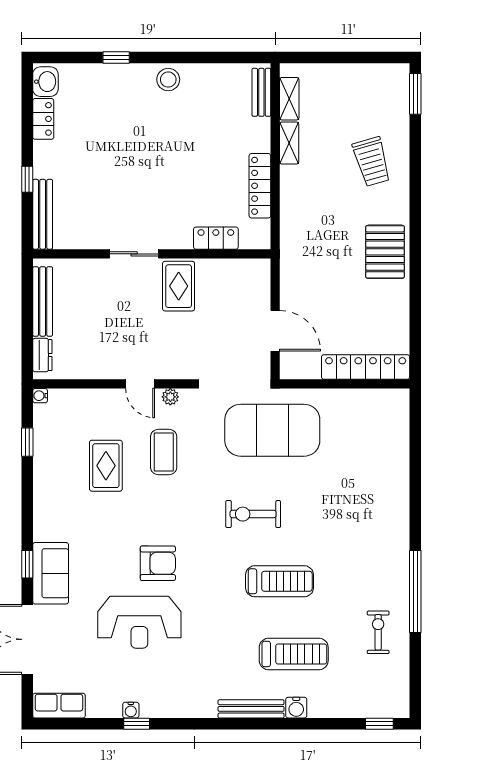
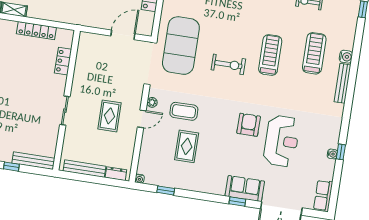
rug: (179, 286) -> (110, 116), moved, turned 90
rug: (106, 466) -> (187, 146), turned 90
exercise bike: (253, 514) -> (228, 64), turned -90

